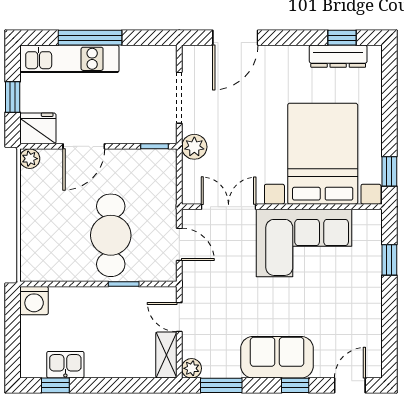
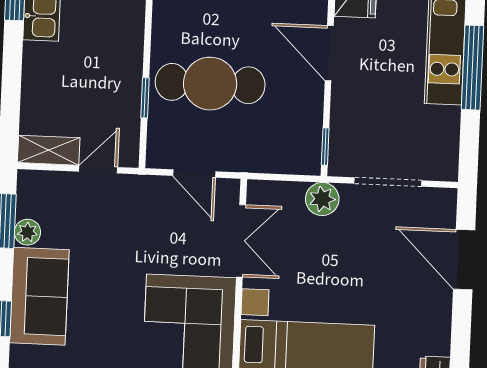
door: (179, 244) -> (194, 174), hinge flipped
plant: (192, 368) -> (27, 232), moved

